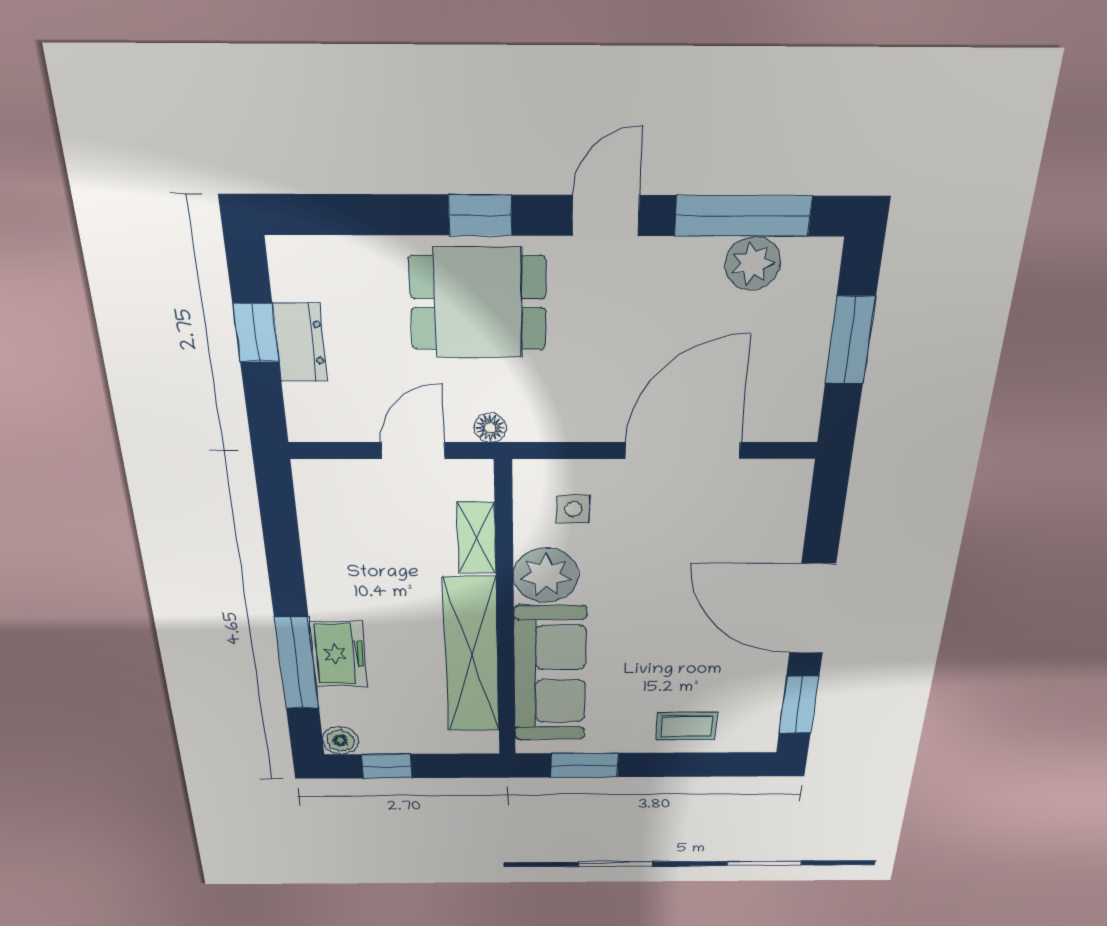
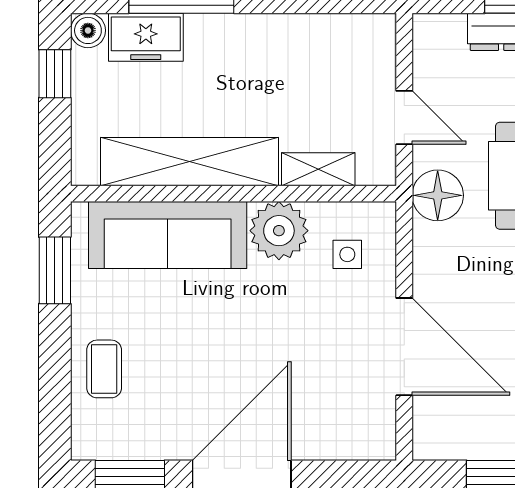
floor lamp: (490, 428) -> (438, 195), width x1.89, depth x1.89
freezer: (339, 654) -> (146, 37), moved

